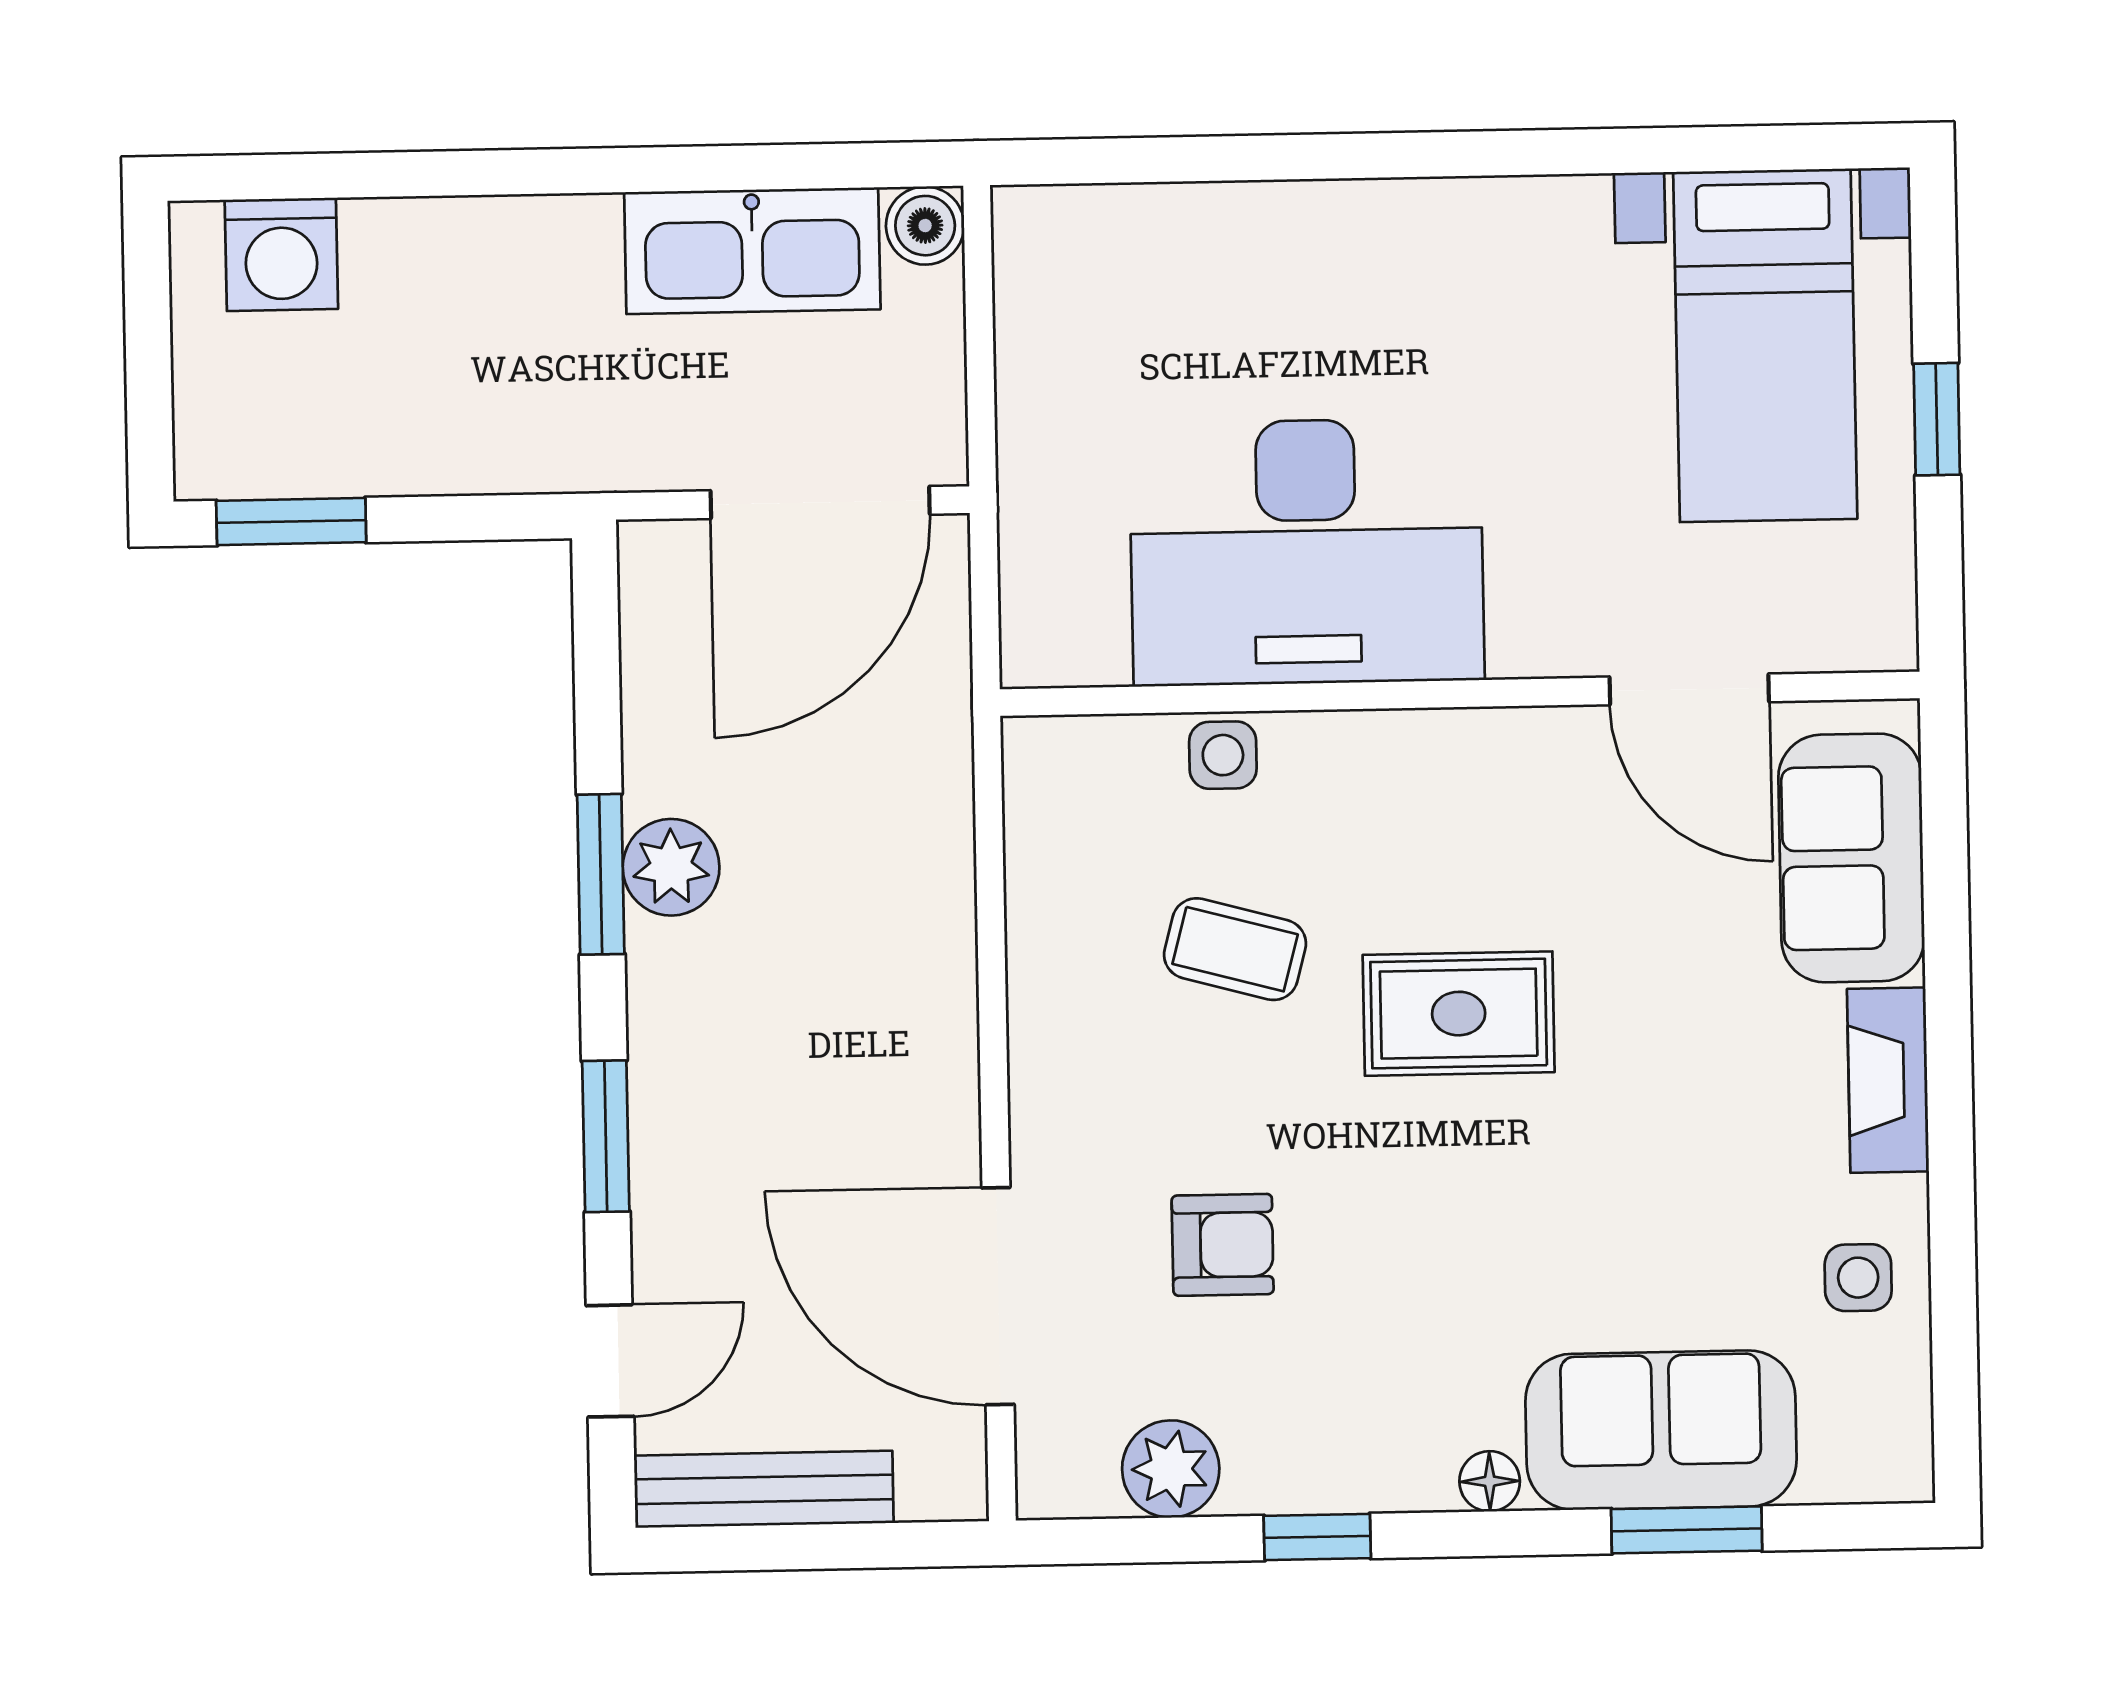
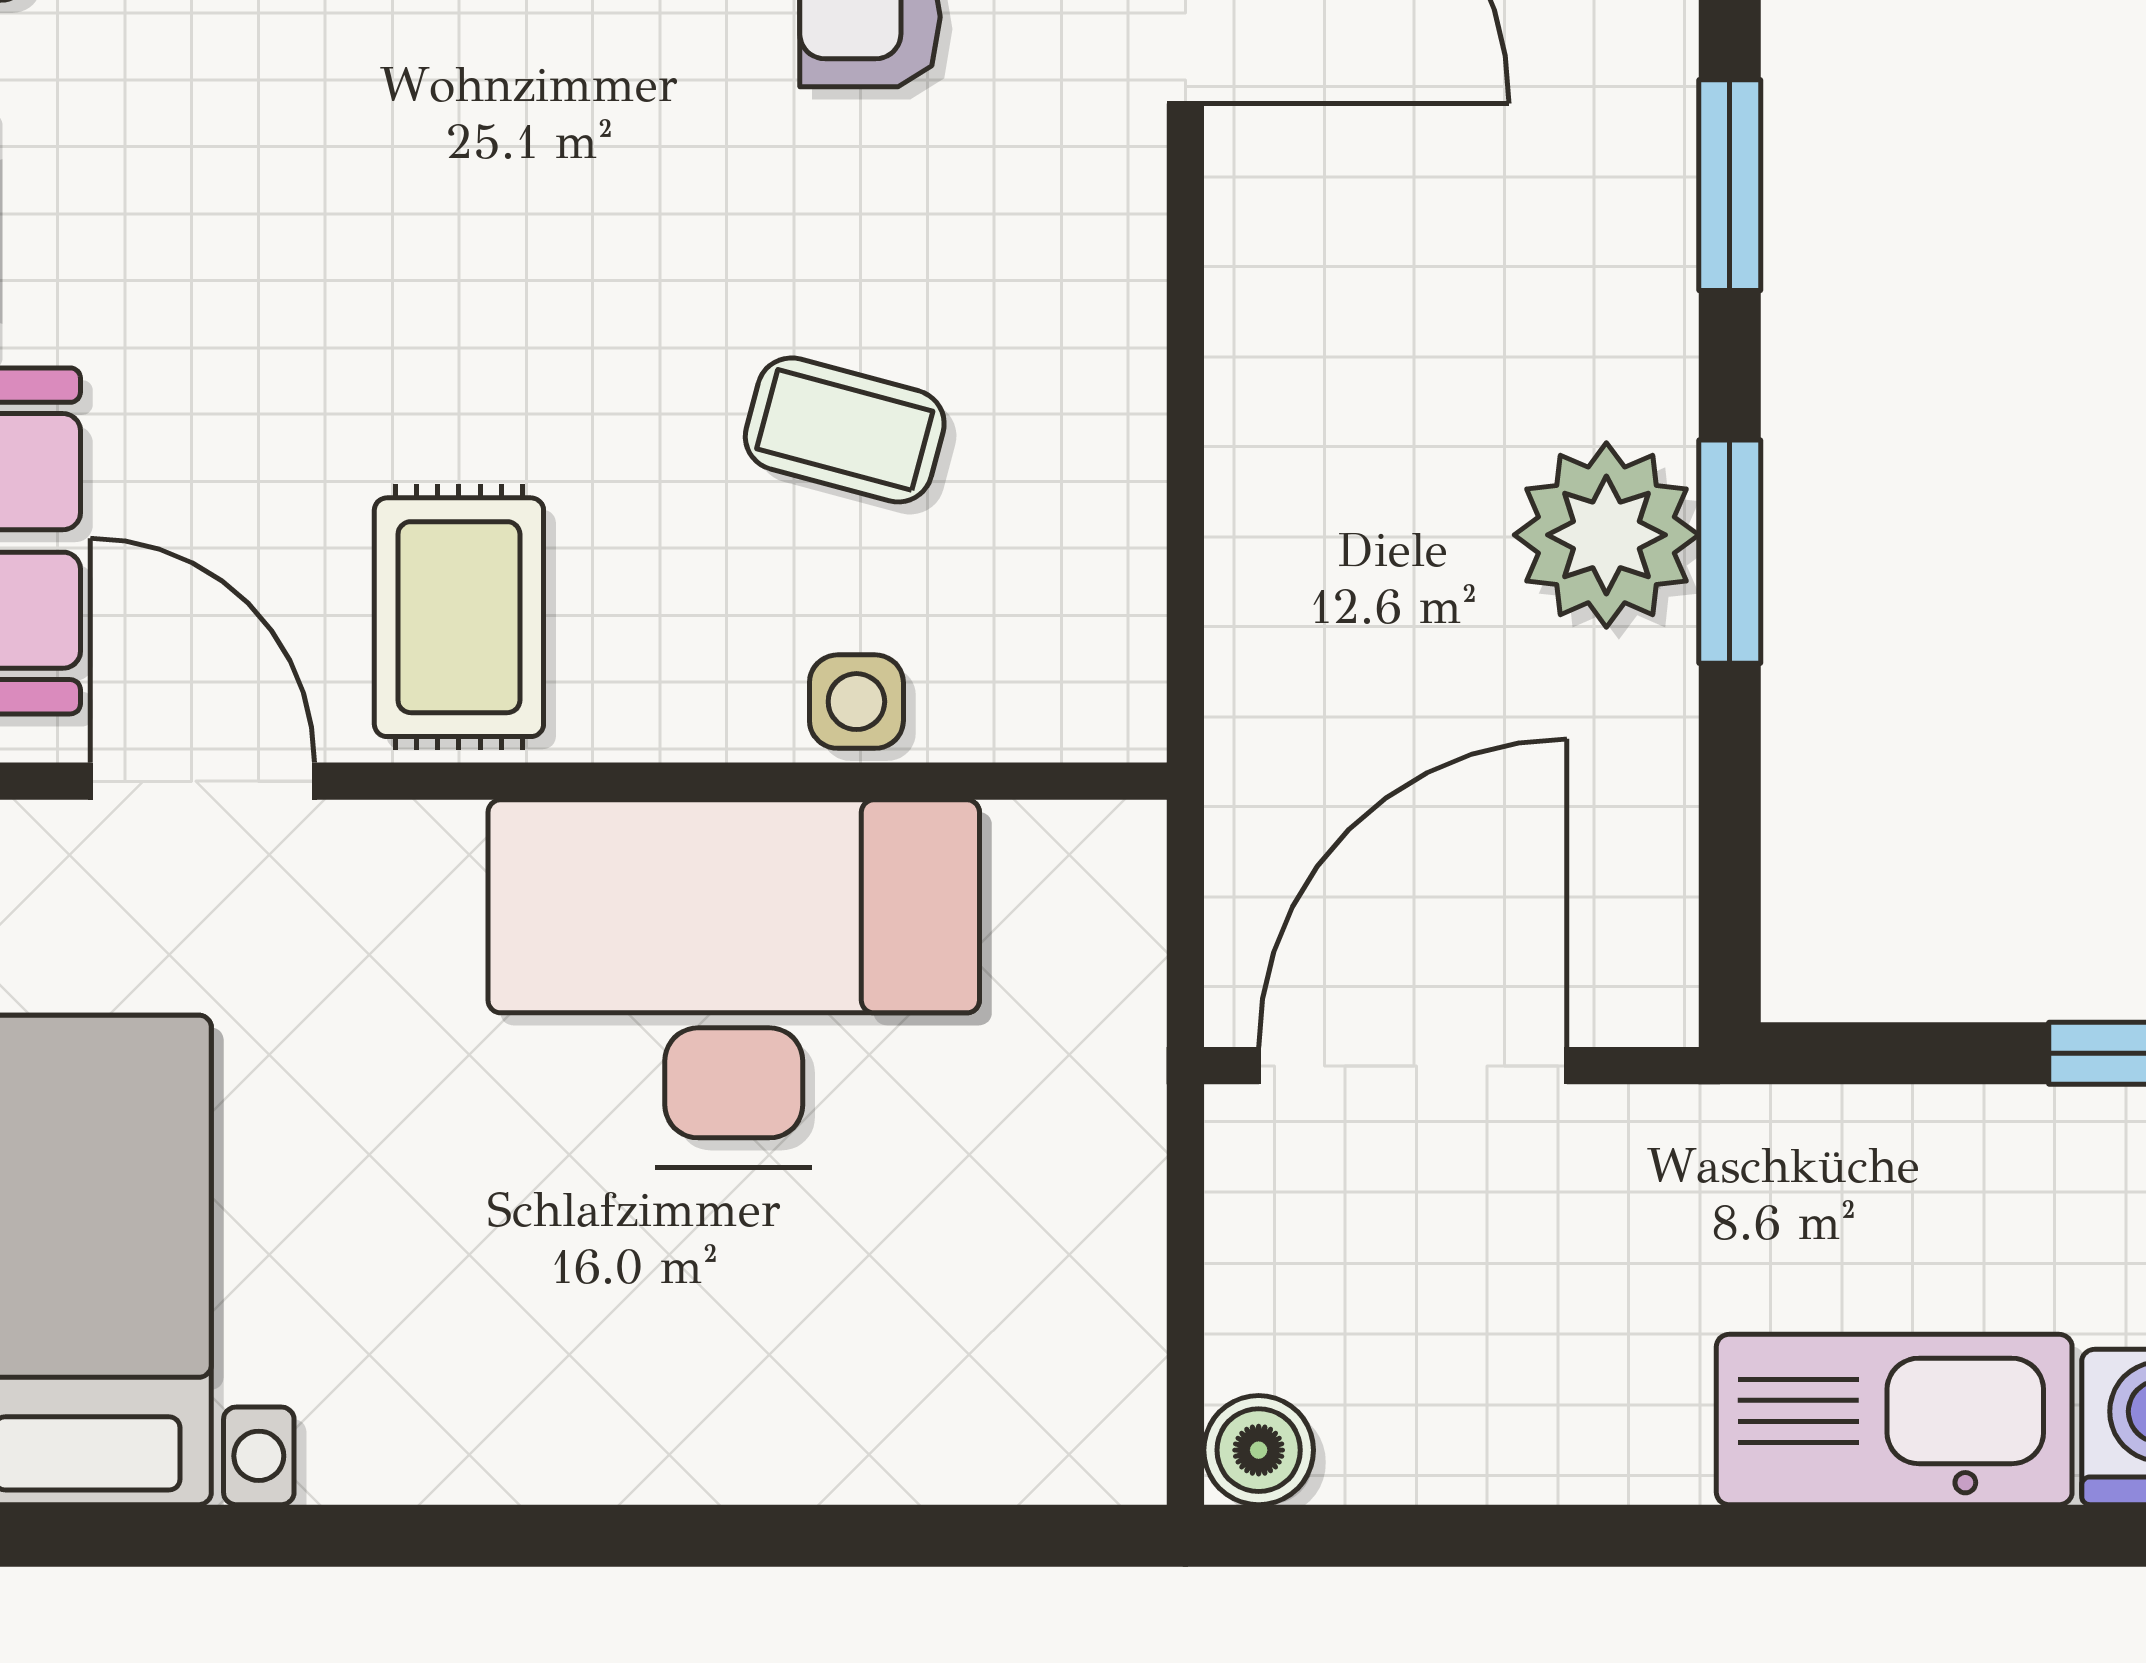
kitchen sink: (752, 251) -> (1894, 1420), moved
plant: (671, 867) -> (1606, 535), width x1.36, depth x1.36
rug: (1459, 1014) -> (459, 617), moved, turned 90

